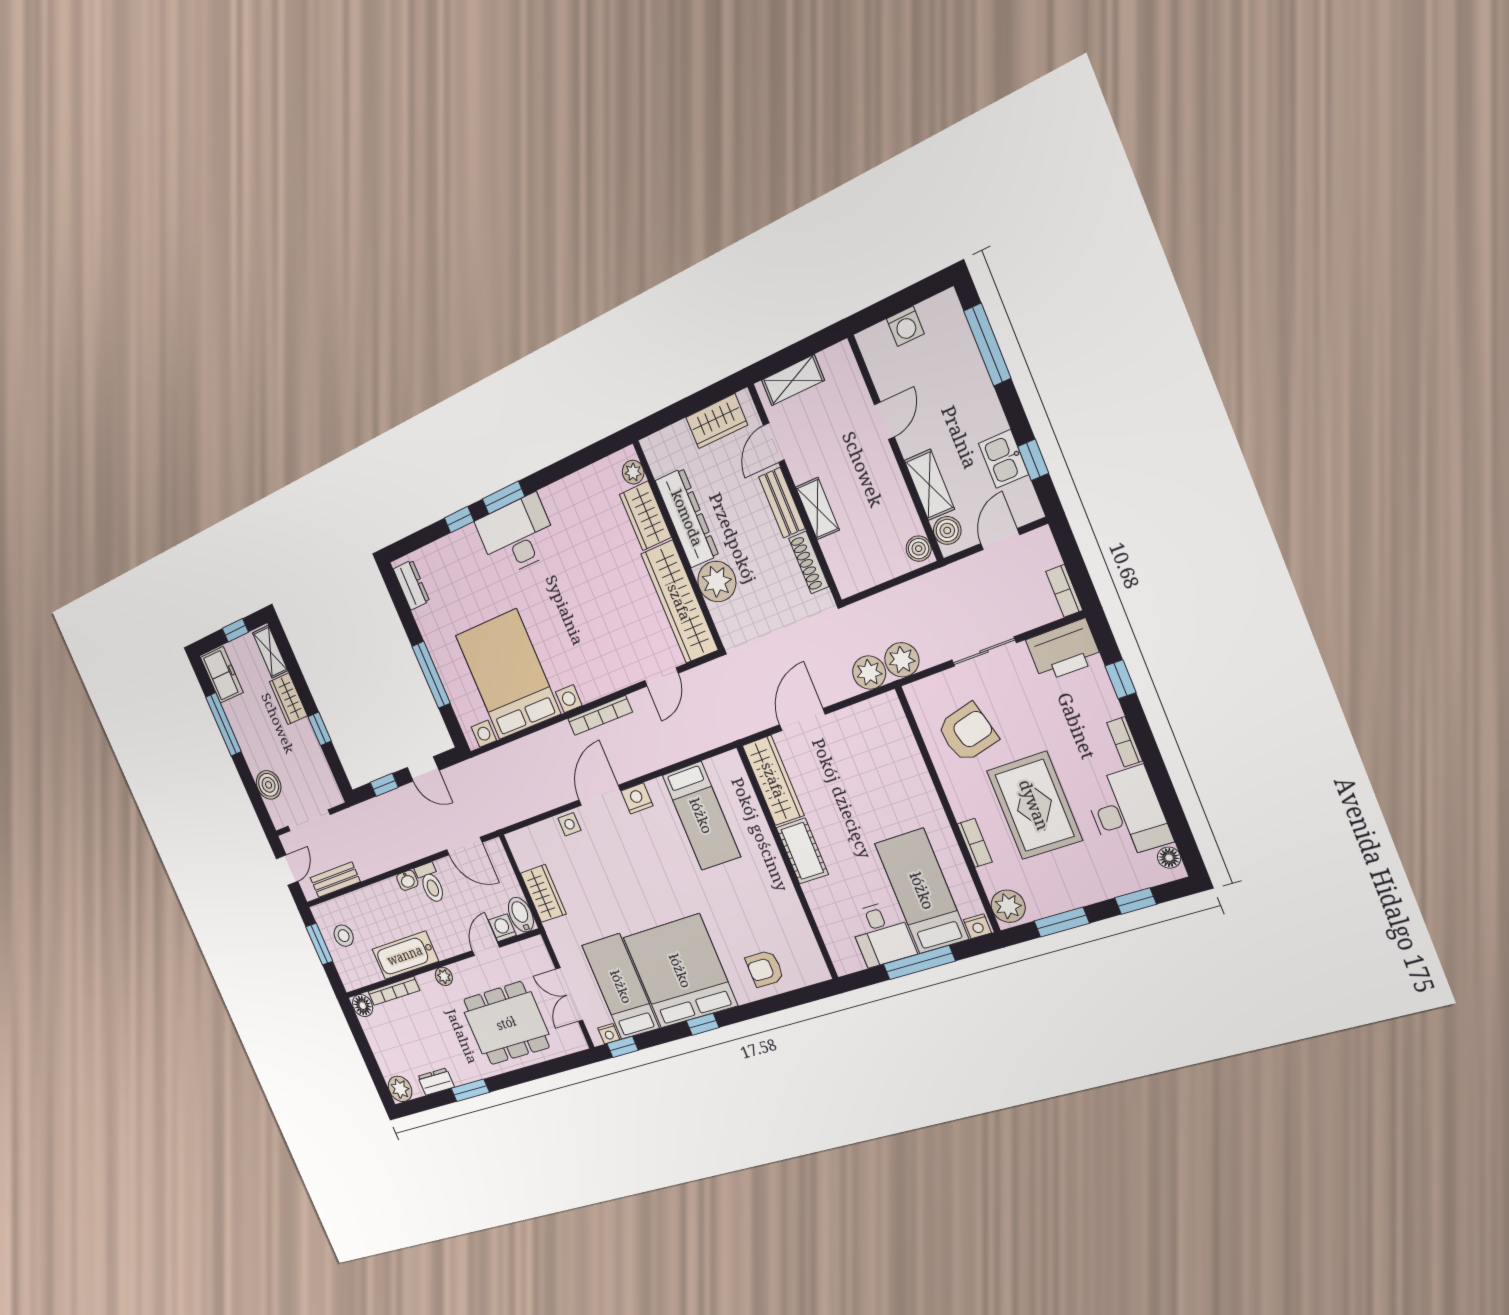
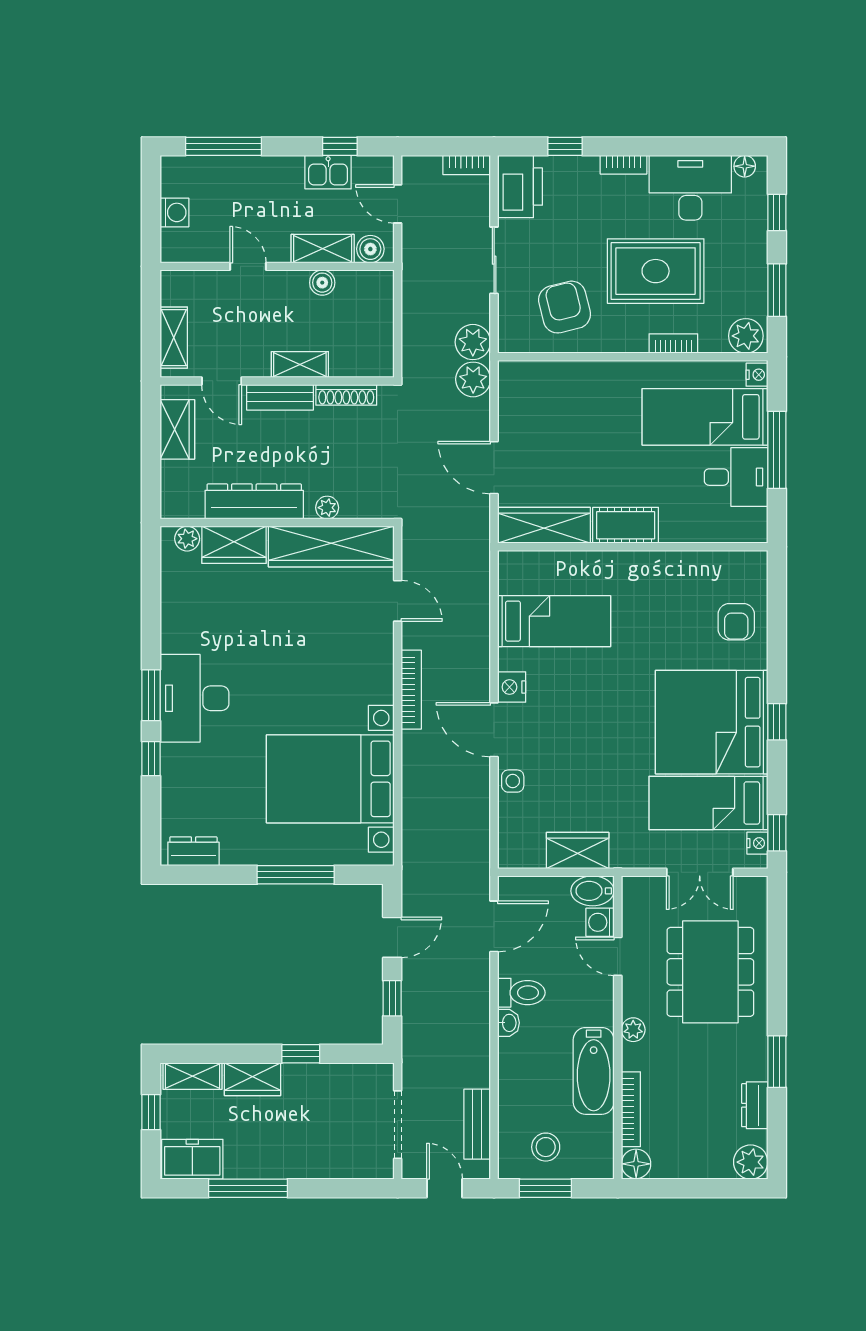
boiler: (919, 549) -> (322, 283), moved
plant: (717, 582) -> (327, 508), width x0.53, depth x0.53
boiler: (269, 785) -> (338, 1161), removed

